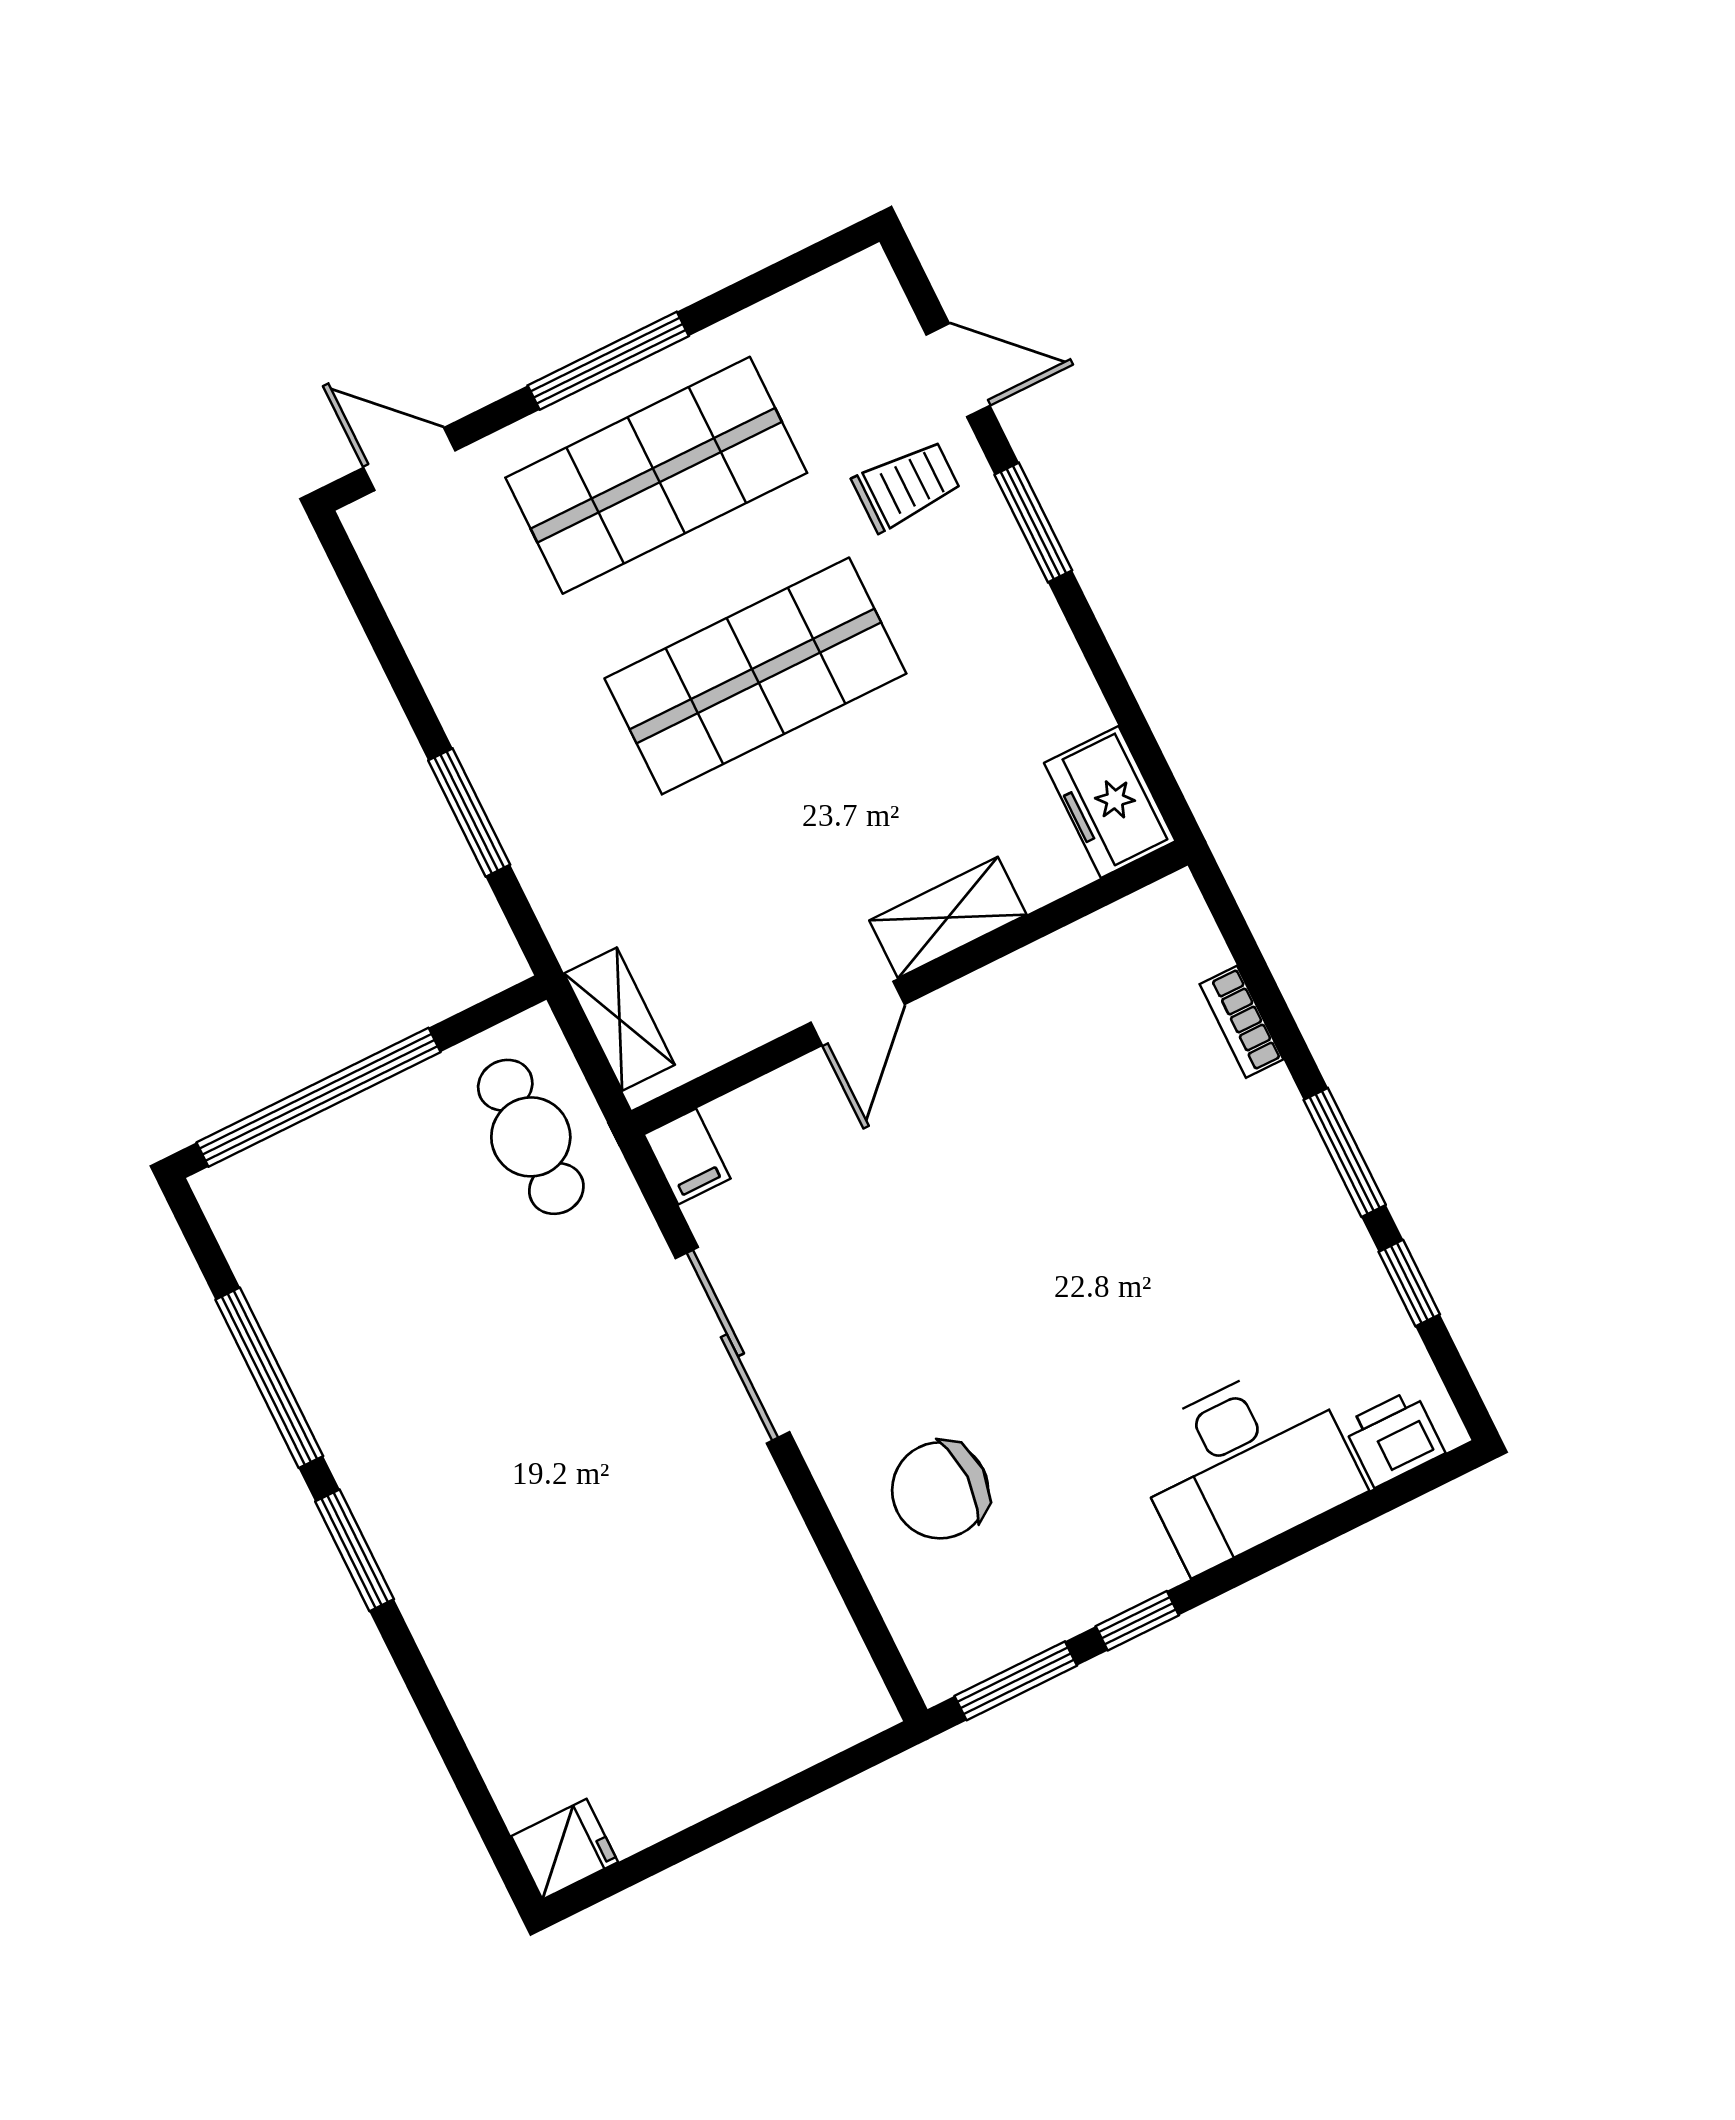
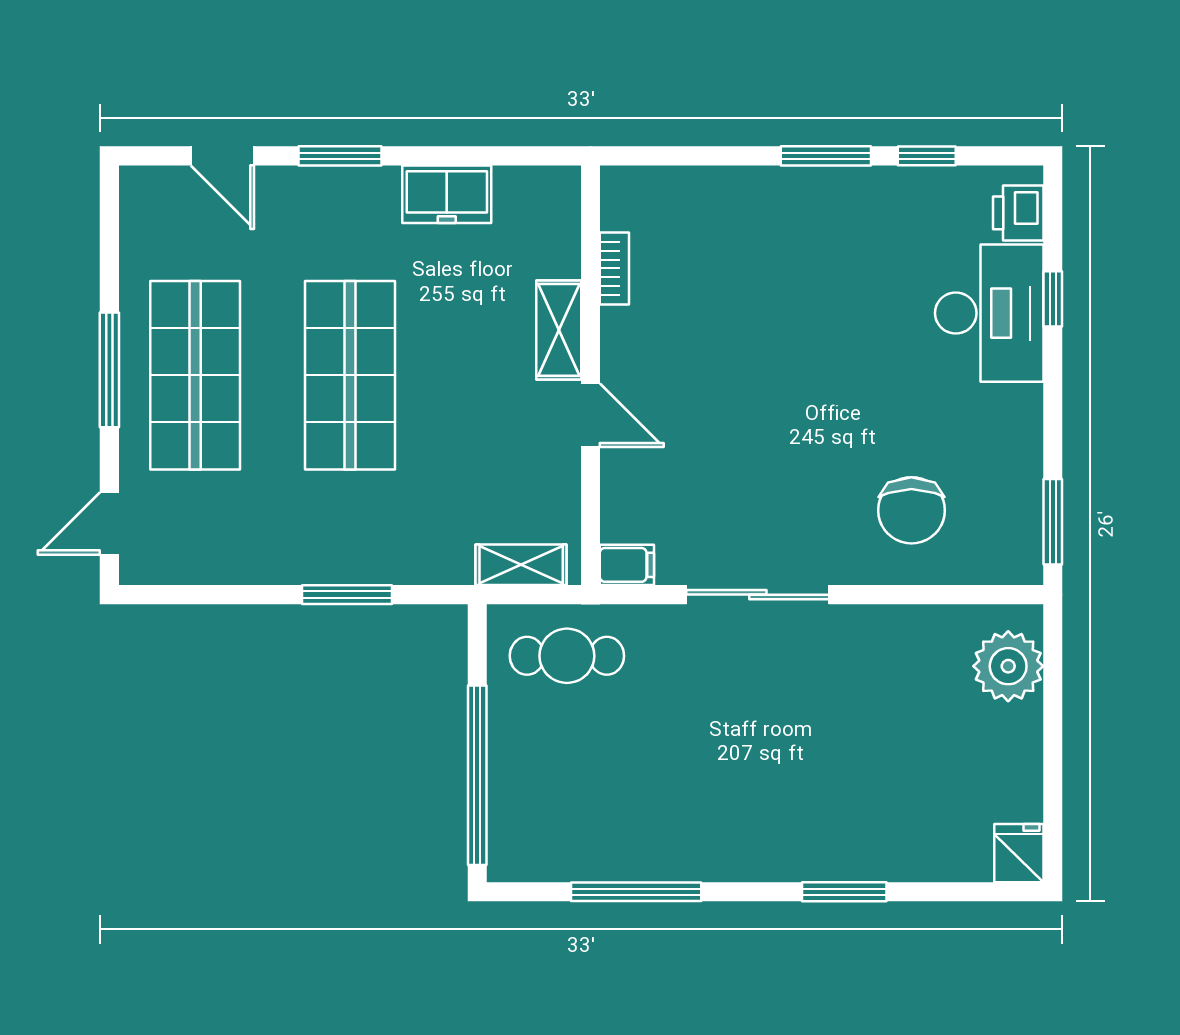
door: (958, 370) -> (222, 156), swing flipped
trolley: (906, 486) -> (278, 223), removed
freezer: (1110, 802) -> (447, 194), moved
bookcase: (1242, 1022) -> (614, 268), moved, turned -90
window: (355, 1550) -> (844, 892), moved
window: (1137, 1621) -> (1053, 299), moved
plant: (800, 1716) -> (1008, 666), added

